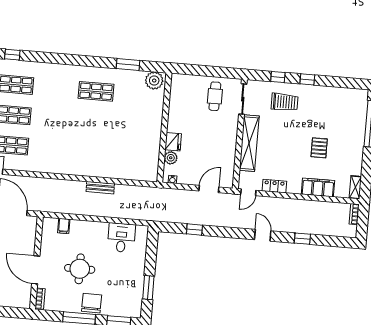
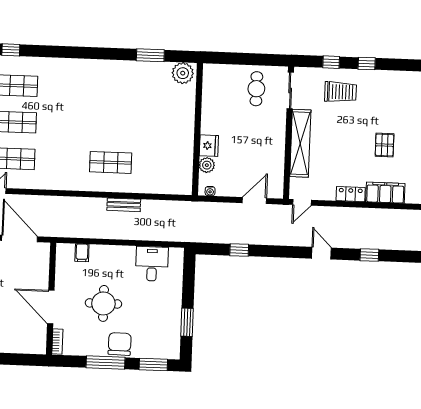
shop shelf: (96, 91) -> (111, 162), moved
locker: (274, 186) -> (351, 194), moved

